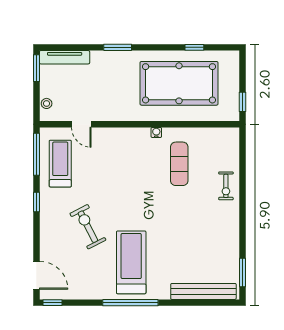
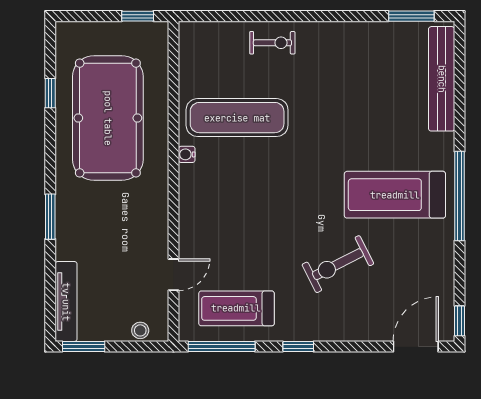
exercise mat: (179, 164) -> (237, 118), width x1.36, depth x1.45

